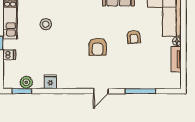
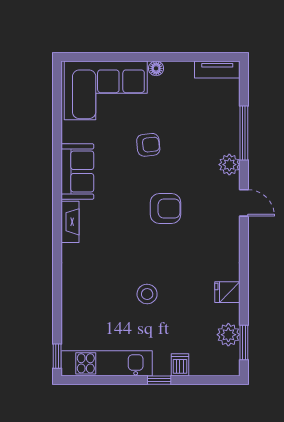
stool: (46, 24) -> (147, 294), moved
tv unit: (176, 59) -> (217, 70), moved
plant: (122, 83) -> (229, 165), added

